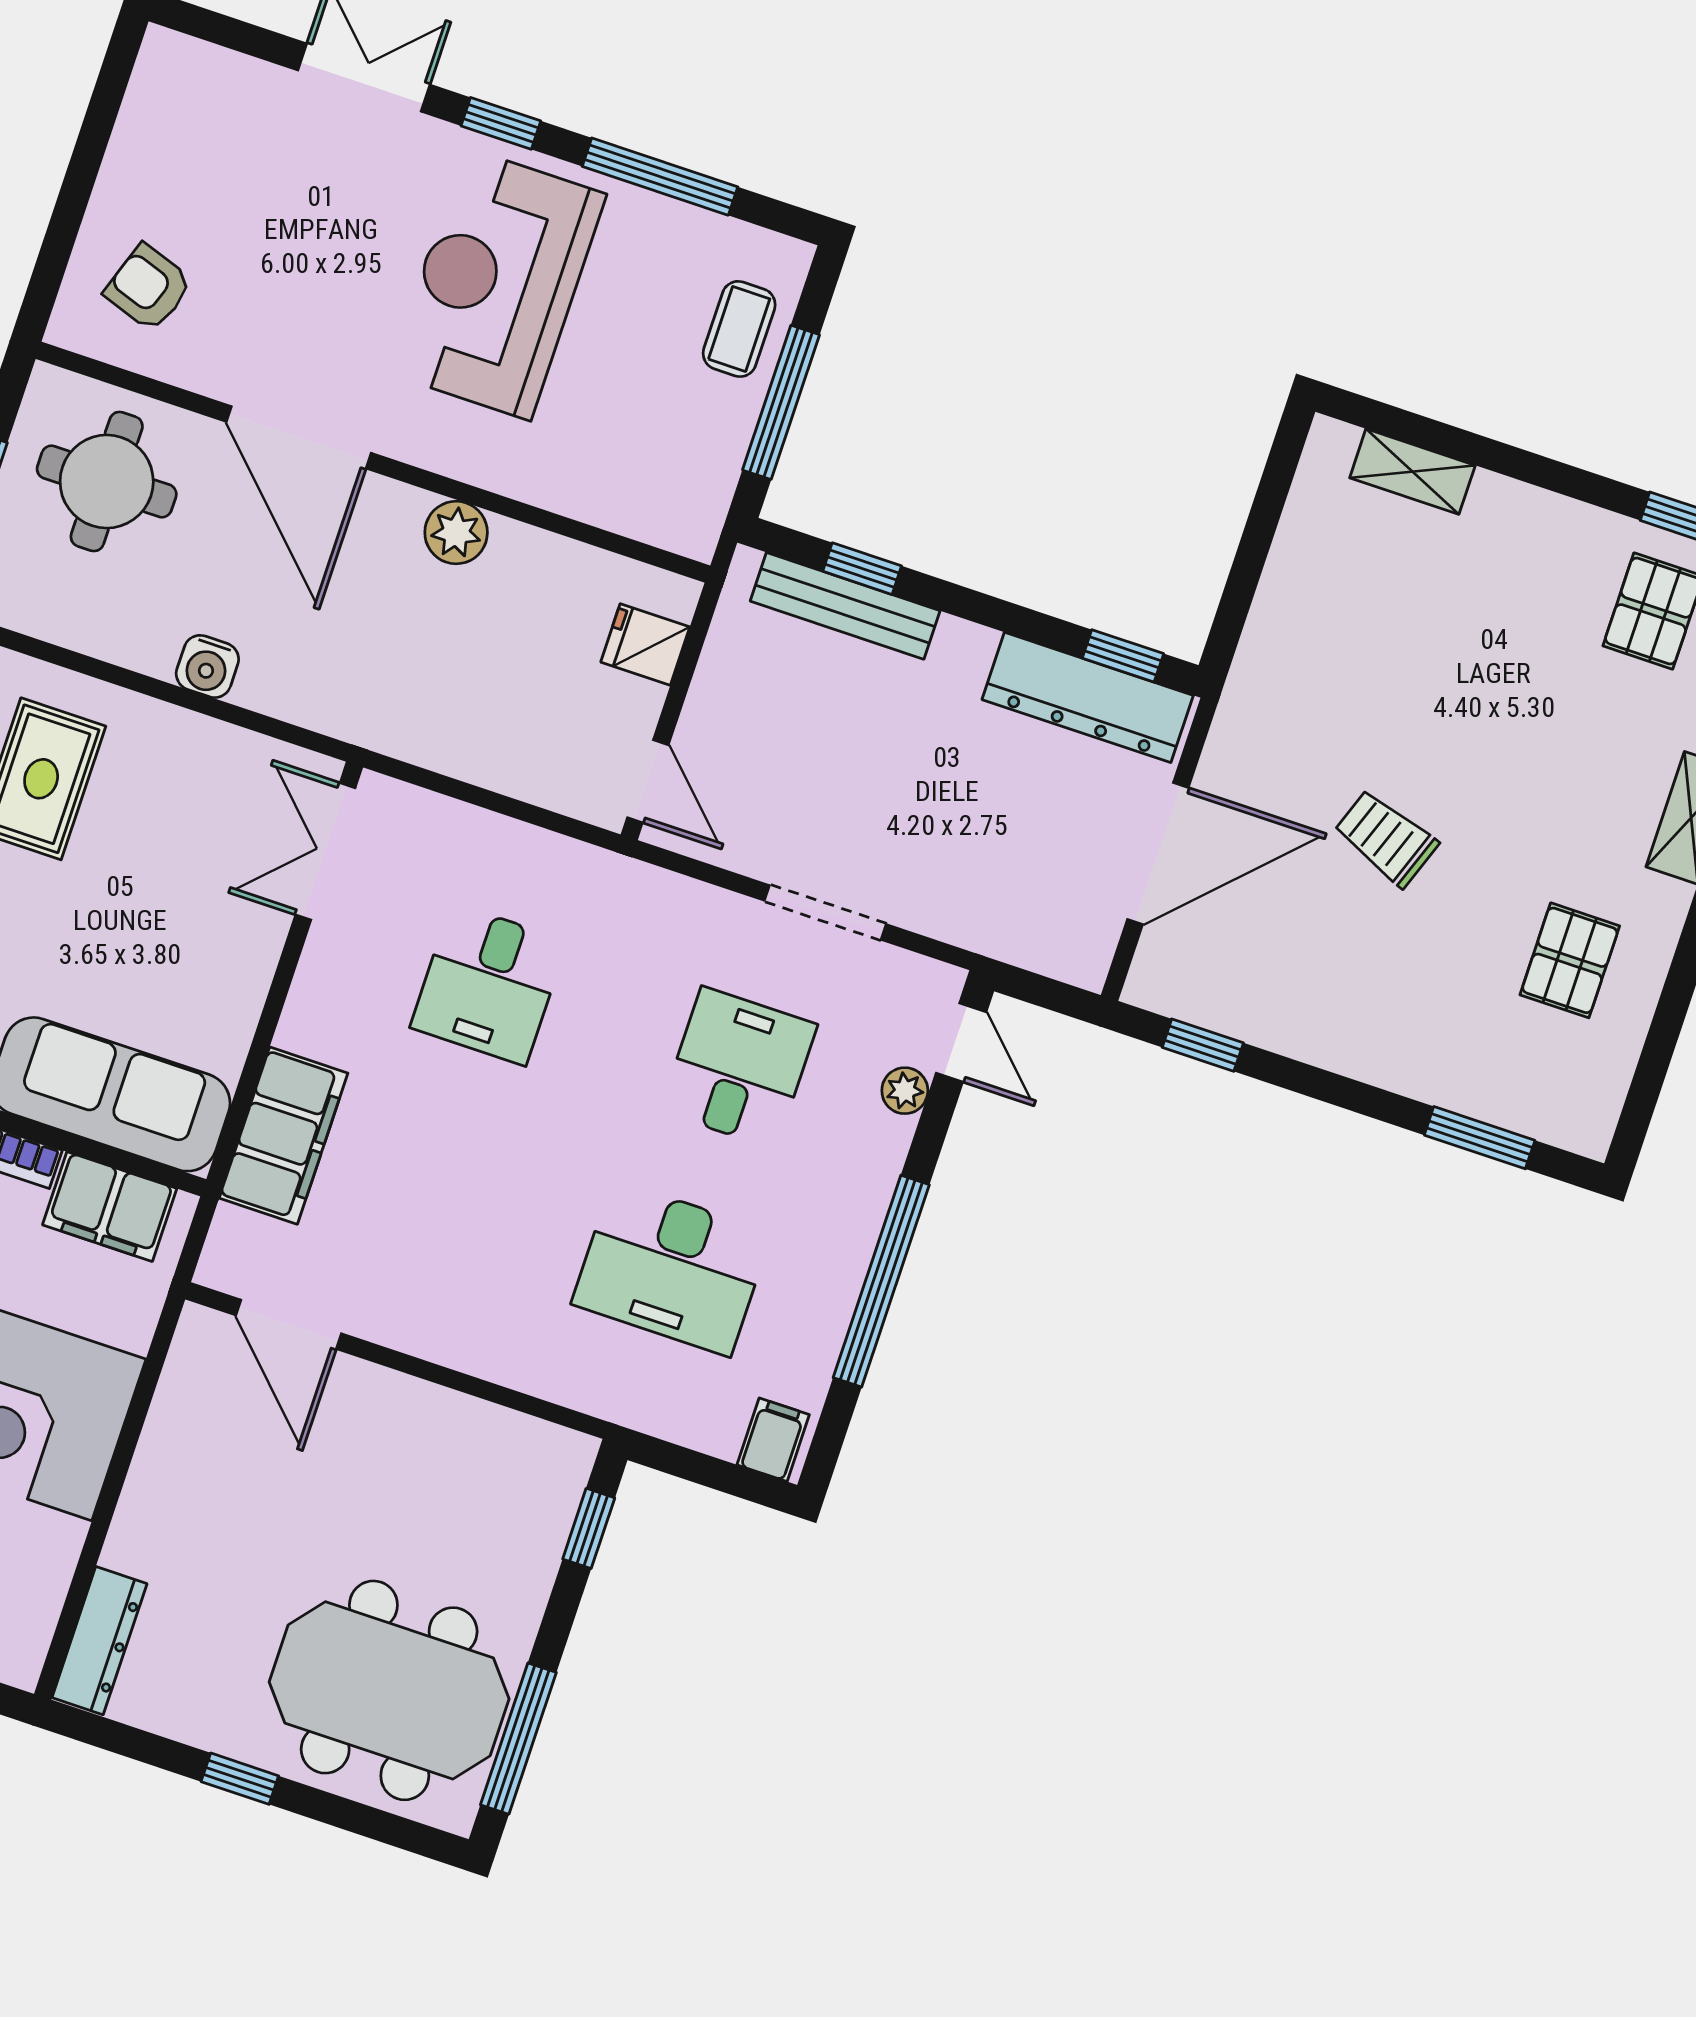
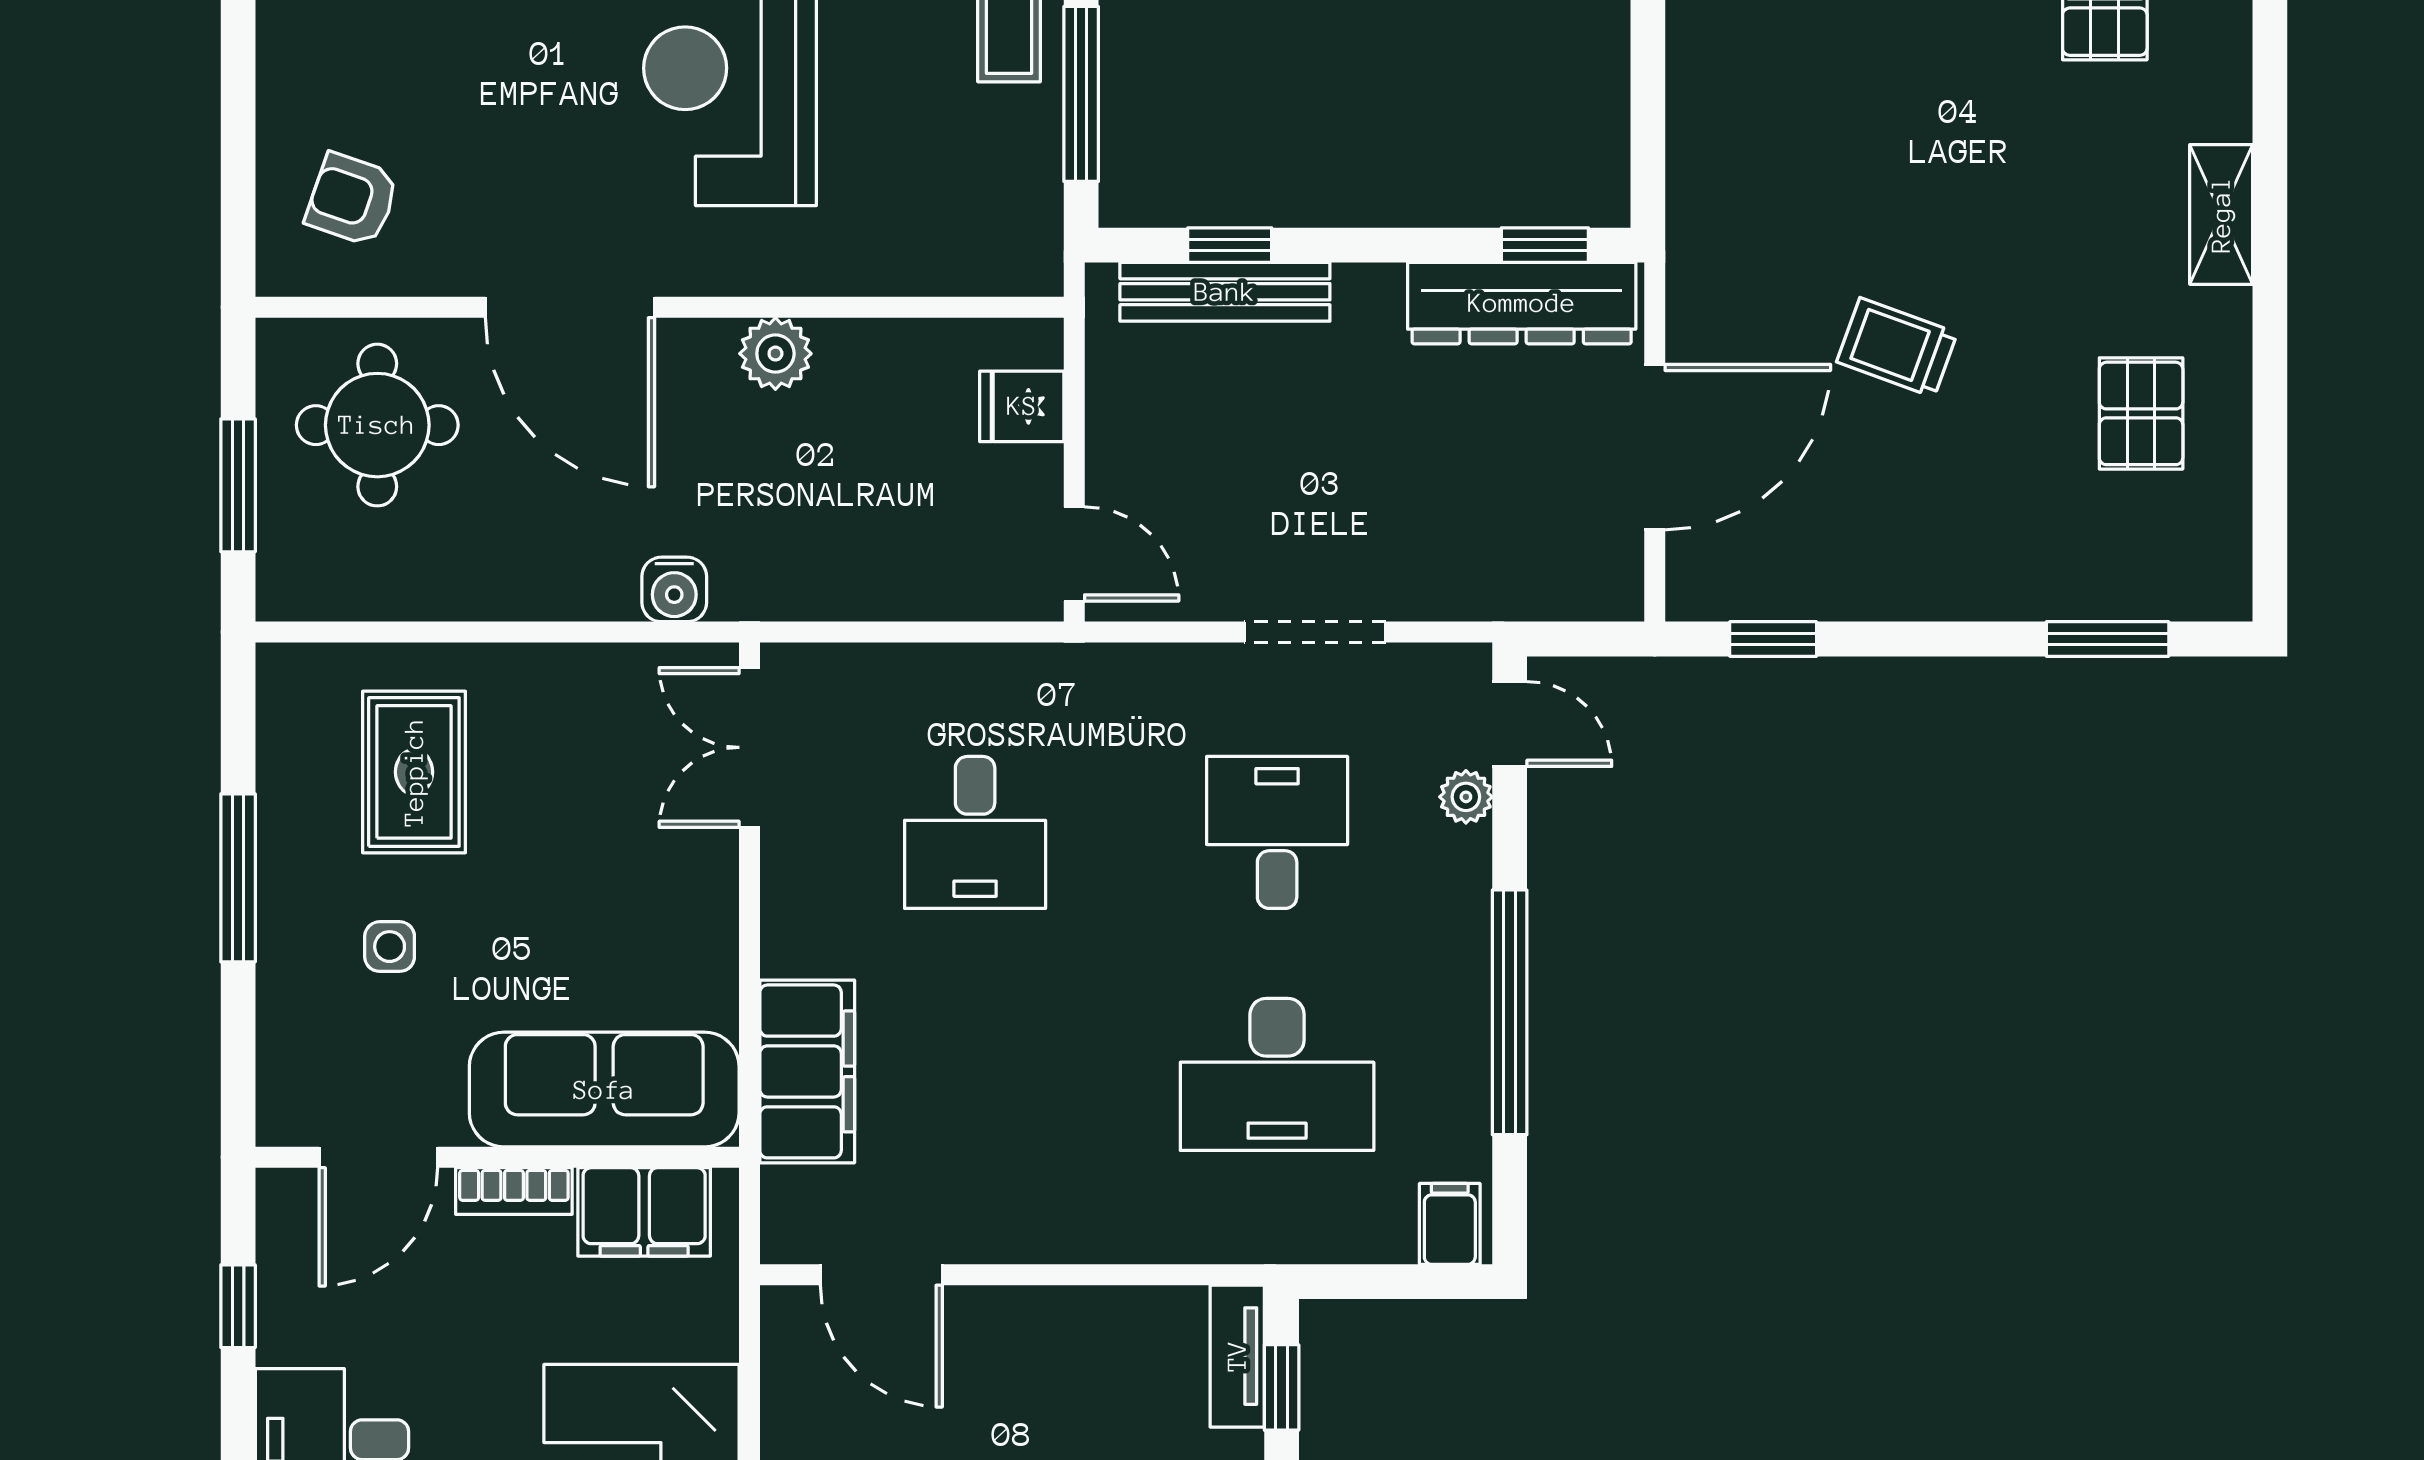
water cooler: (207, 666) -> (674, 589), moved
tv unit: (561, 1490) -> (1237, 1356), added

